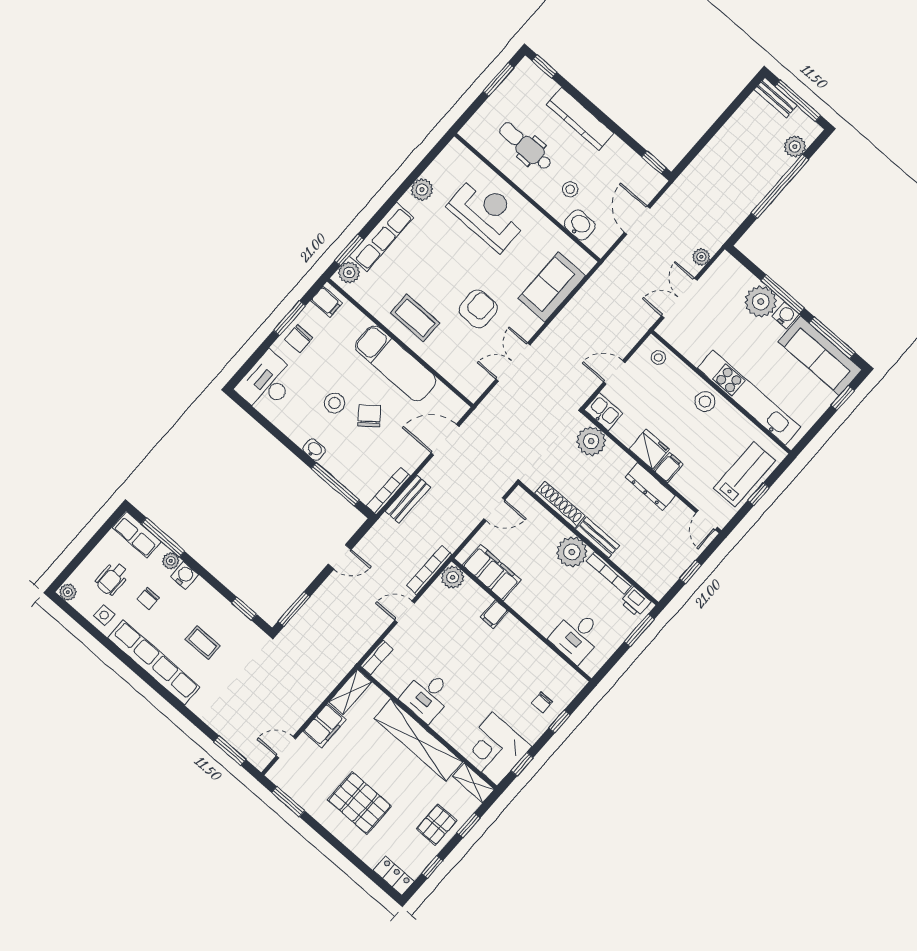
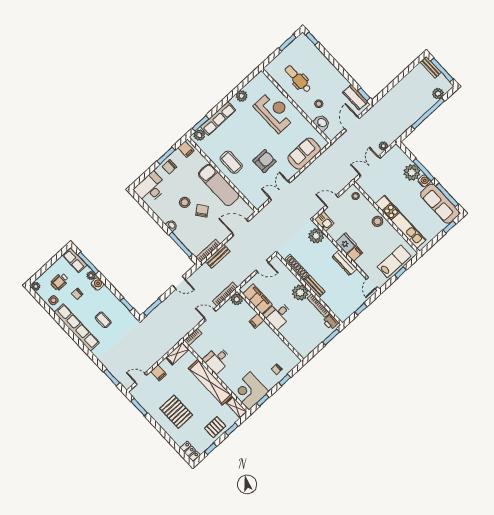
kitchen counter: (580, 119) -> (355, 97), moved, width x0.67
desk: (577, 636) -> (278, 315), moved
filing cabinet: (324, 725) -> (159, 373), width x0.50

